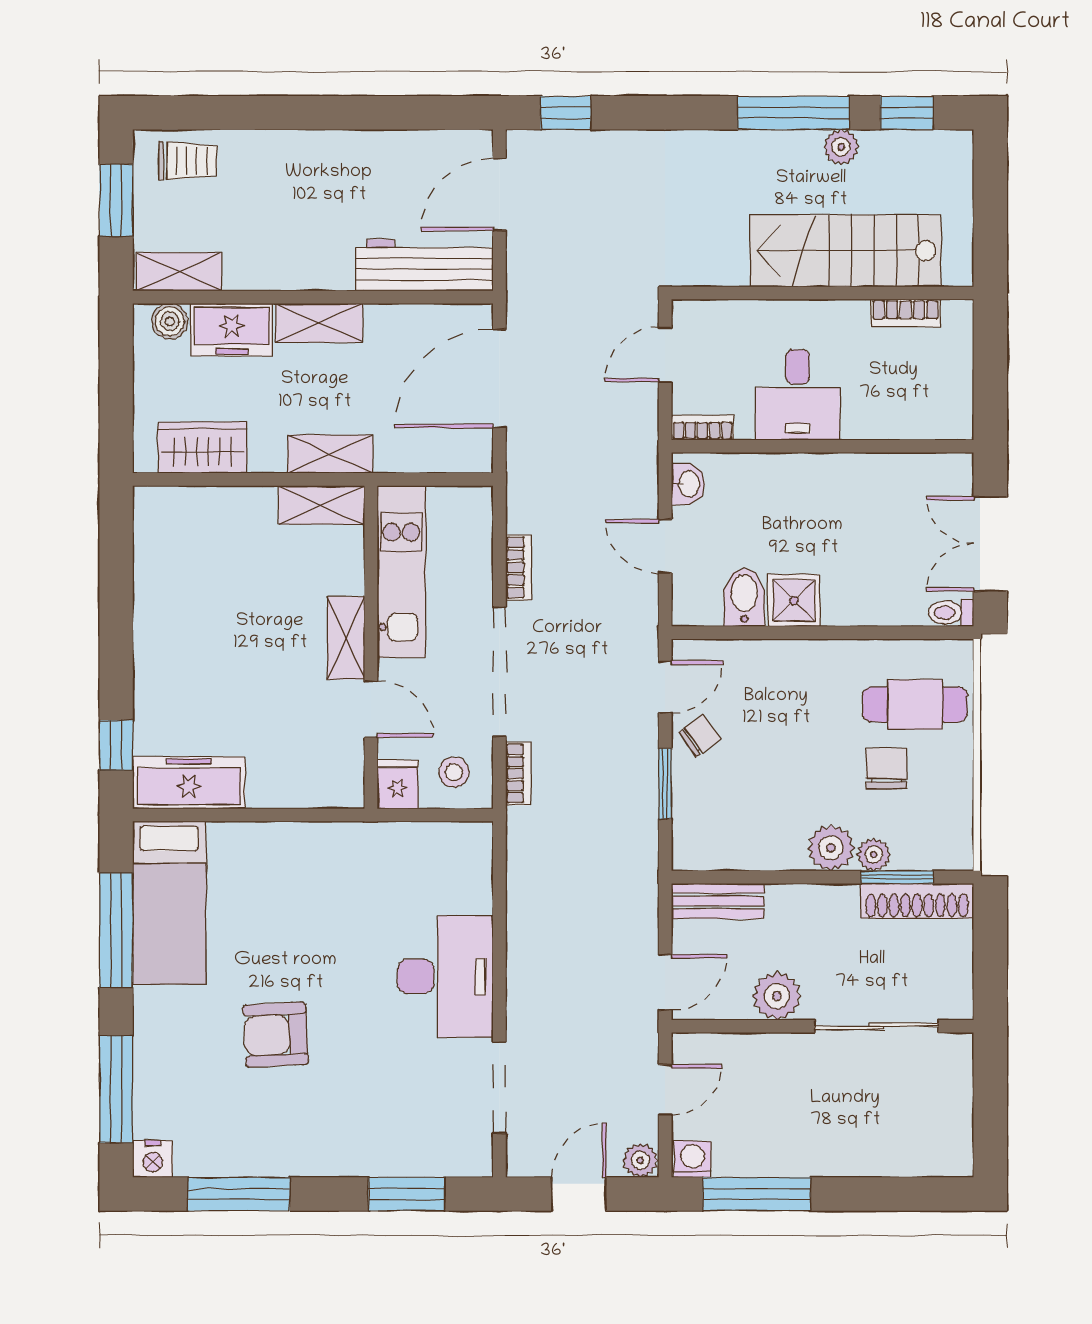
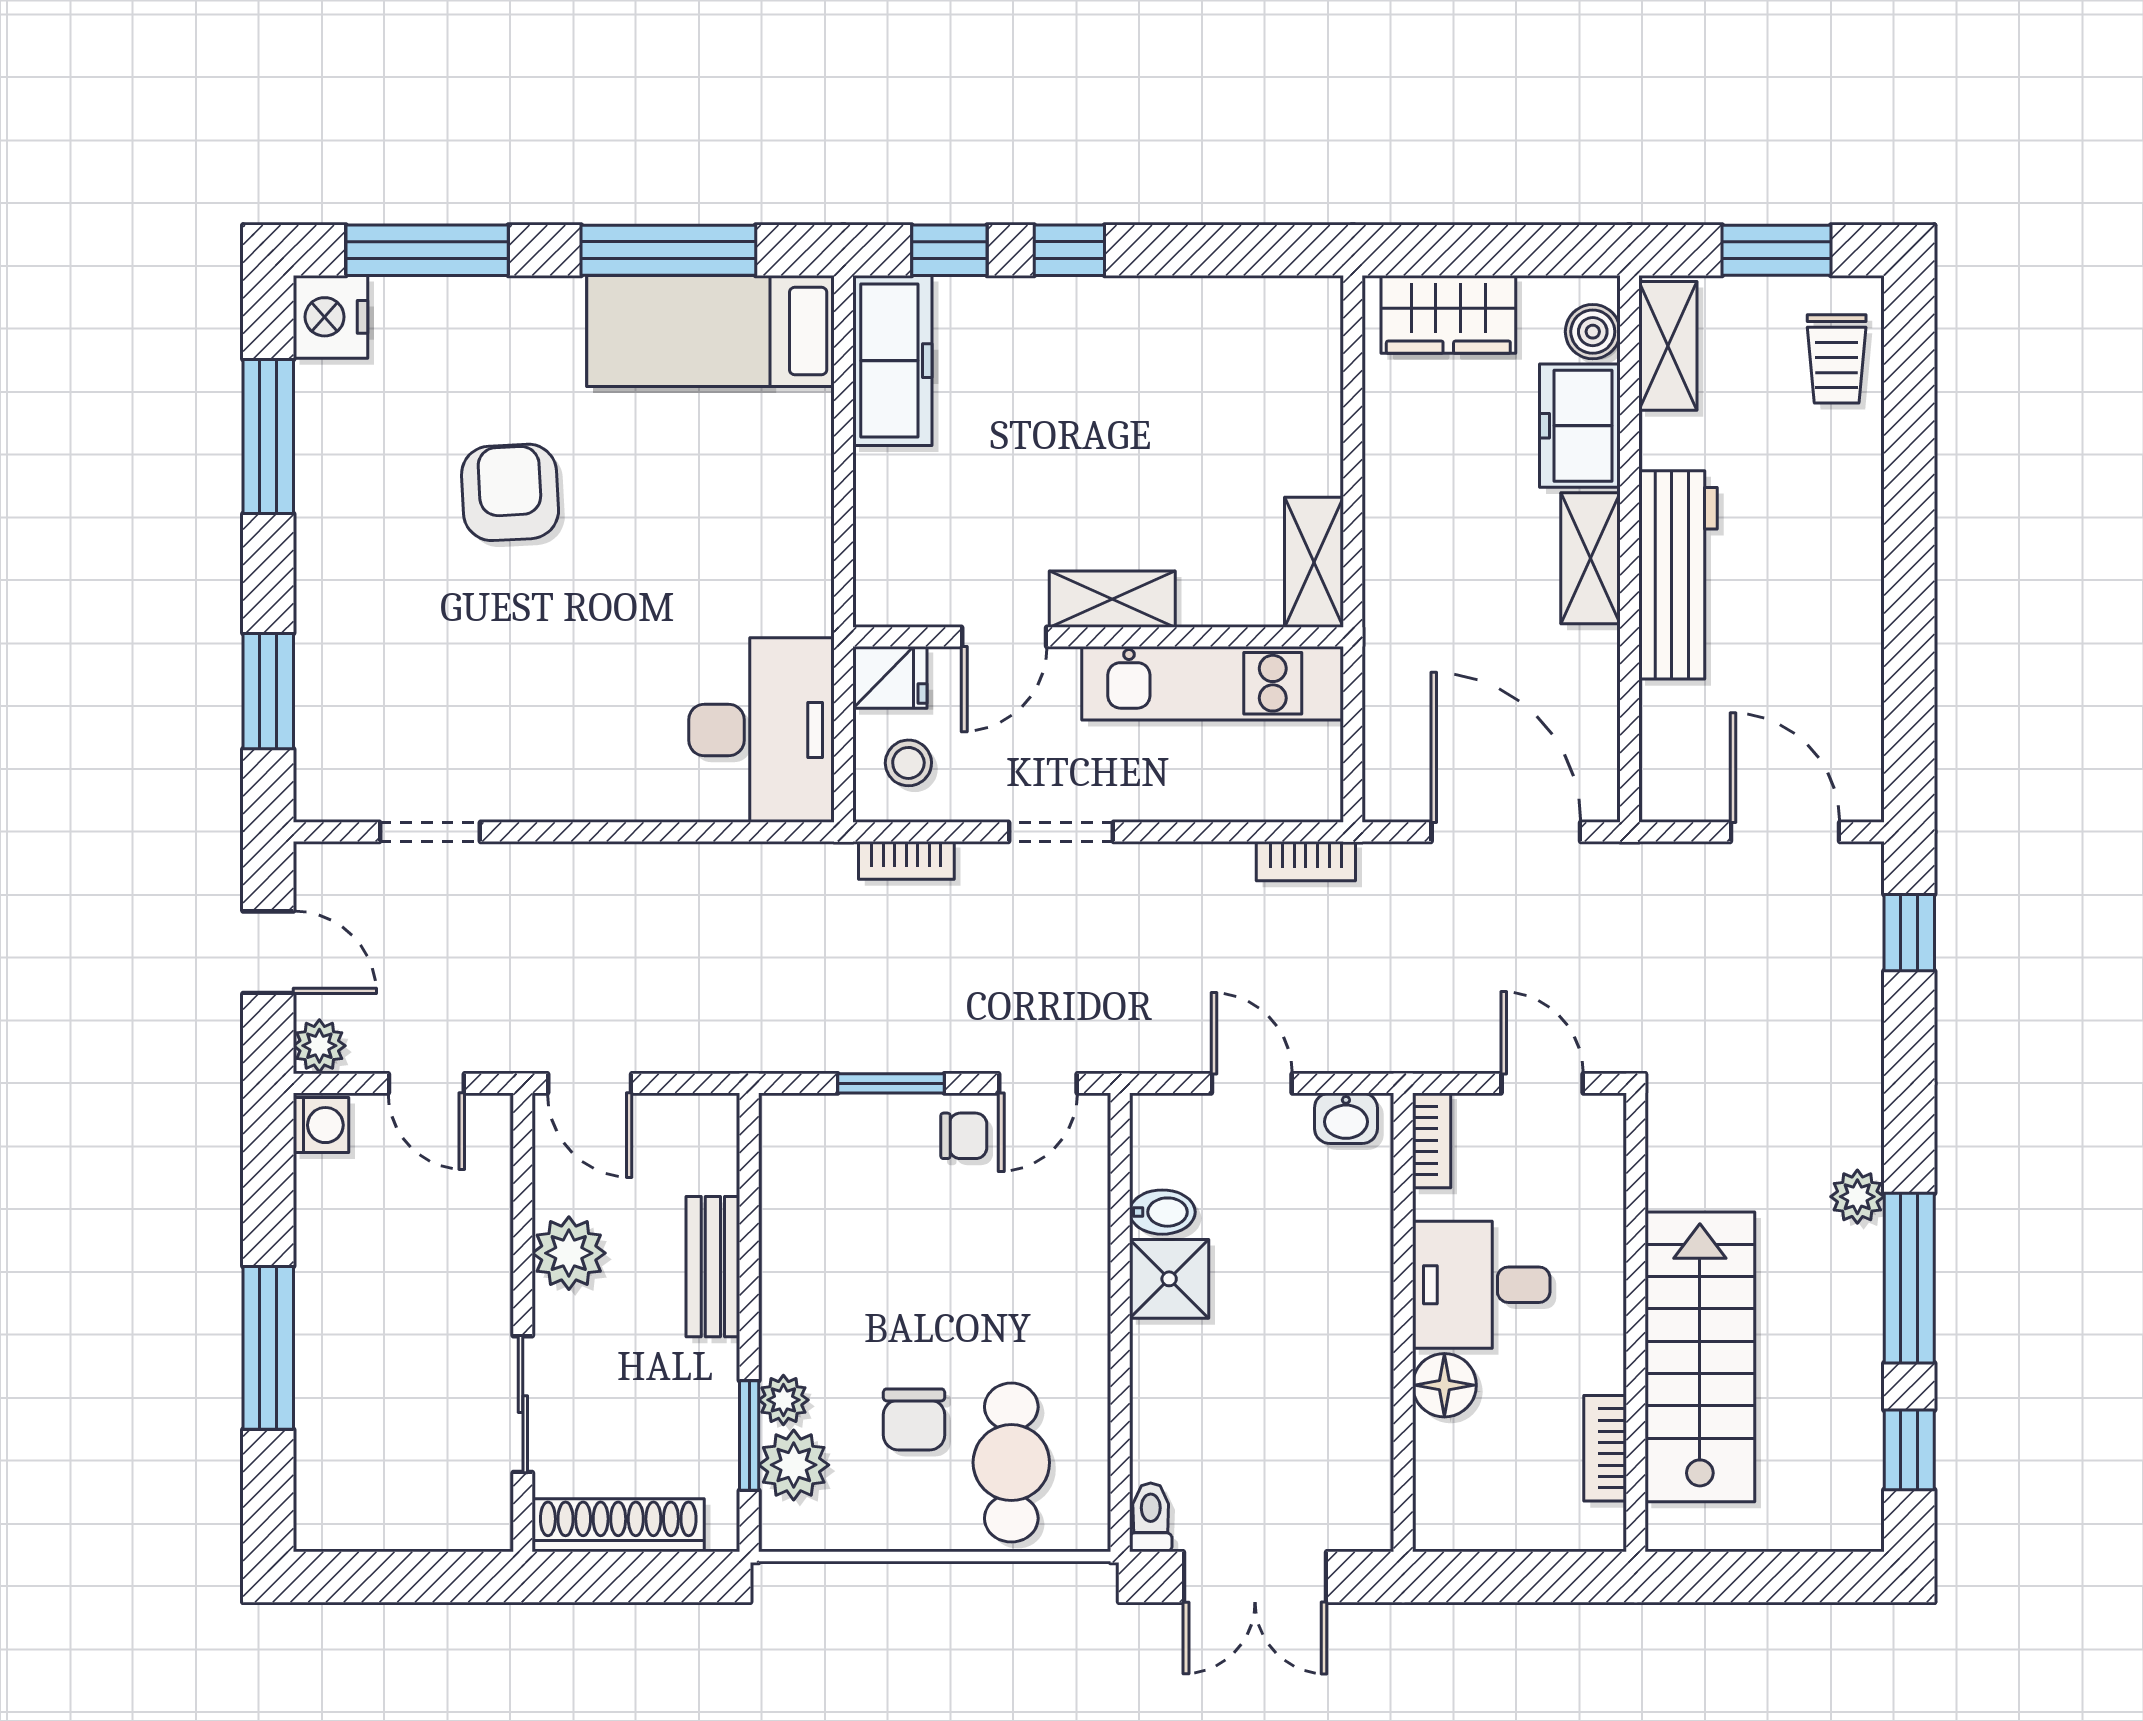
plant: (841, 147) -> (1857, 1197), moved
workbench: (424, 265) -> (1678, 575), moved
floor lamp: (864, 419) -> (1444, 1385), added
wardrobe: (203, 447) -> (1448, 314), moved, turned 90
shelving: (330, 454) -> (1391, 575), removed
double door: (990, 544) -> (1255, 1577), swing flipped
door: (665, 546) -> (1252, 1083), hinge flipped
bookcase: (519, 567) -> (1306, 861), moved
bidet: (744, 597) -> (1162, 1212), width x0.72, depth x0.74
window: (116, 666) -> (1069, 250), added
doorway: (499, 672) -> (1061, 832), width x0.53
door: (665, 687) -> (1038, 1083), hinge flipped
chair: (700, 736) -> (964, 1136), turned -54
chair: (887, 769) -> (914, 1419), turned 90
plant: (831, 848) -> (794, 1465), moved
bench: (718, 901) -> (713, 1267), moved
shoe rack: (917, 901) -> (618, 1525), moved, turned 90
desk: (445, 976) -> (761, 730), moved, turned -90
sliding door: (876, 1026) -> (523, 1404), width x0.73
doorway: (499, 1087) -> (430, 832), width x0.73
nightstand: (153, 1159) -> (331, 317), width x1.36, depth x1.33
window: (757, 1194) -> (268, 1348), moved

